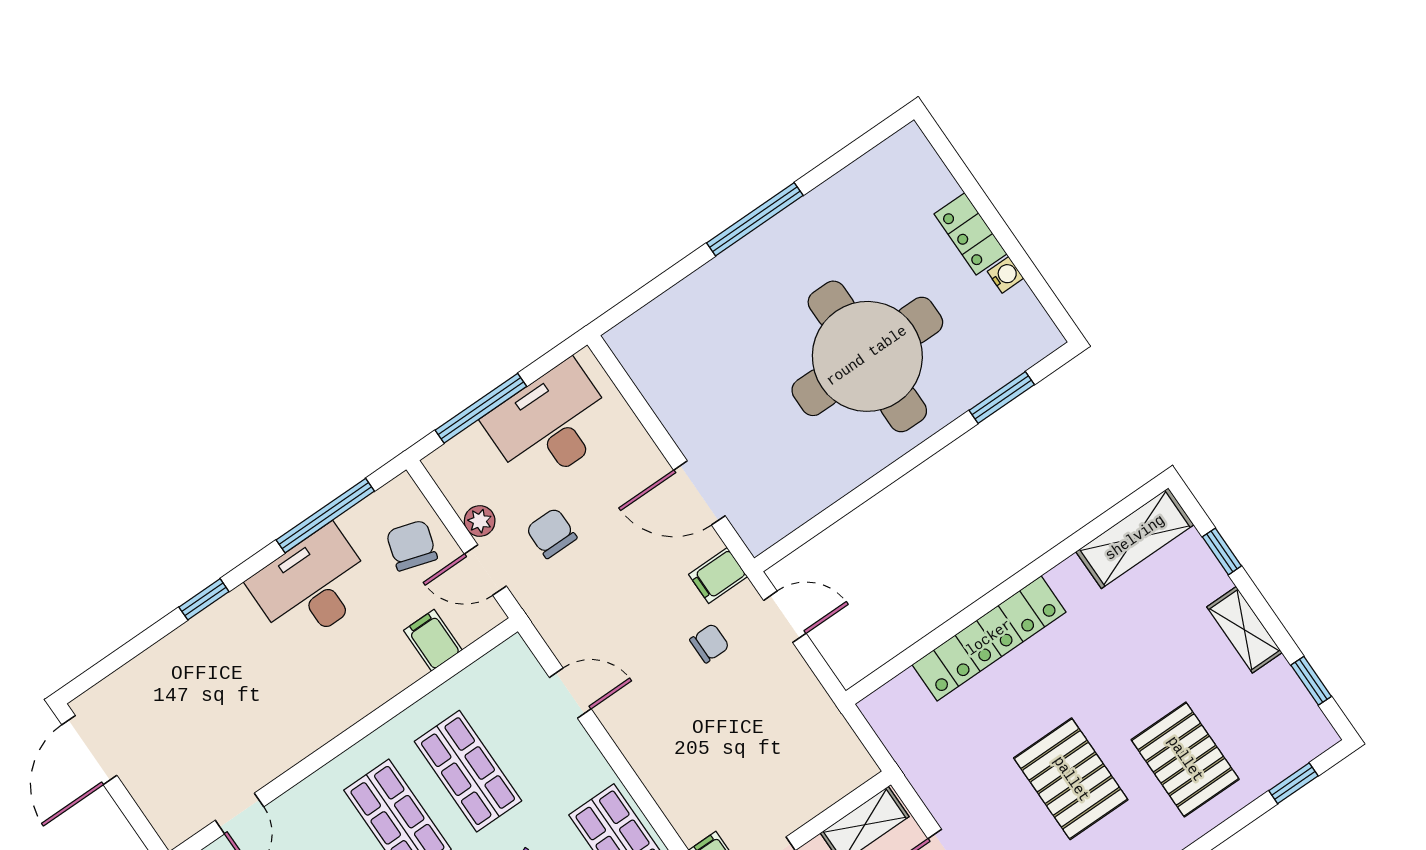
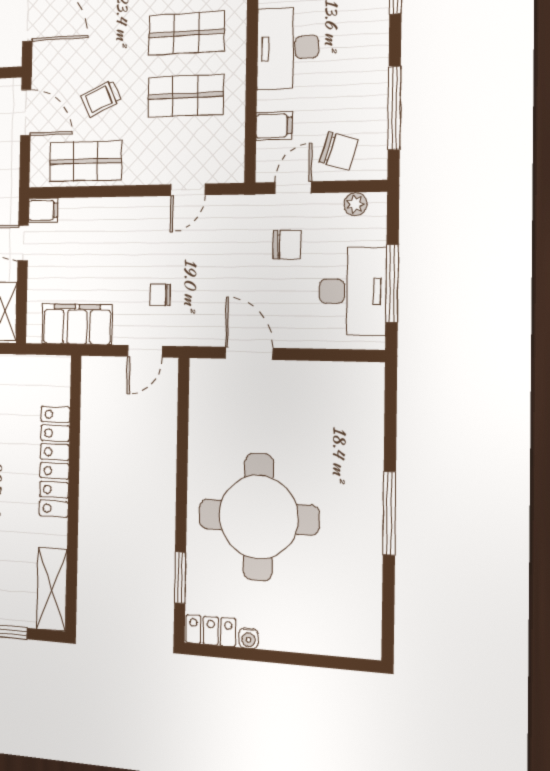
locker: (970, 234) -> (211, 631), moved
window: (481, 408) -> (392, 283), moved
door: (699, 493) -> (249, 353), hinge flipped
plant: (480, 521) -> (355, 204), moved
filing cabinet: (718, 576) -> (77, 324), moved, width x3.00, depth x1.17
desk: (312, 586) -> (288, 48), moved, turned 180
chair: (710, 643) -> (160, 295), turned 90

